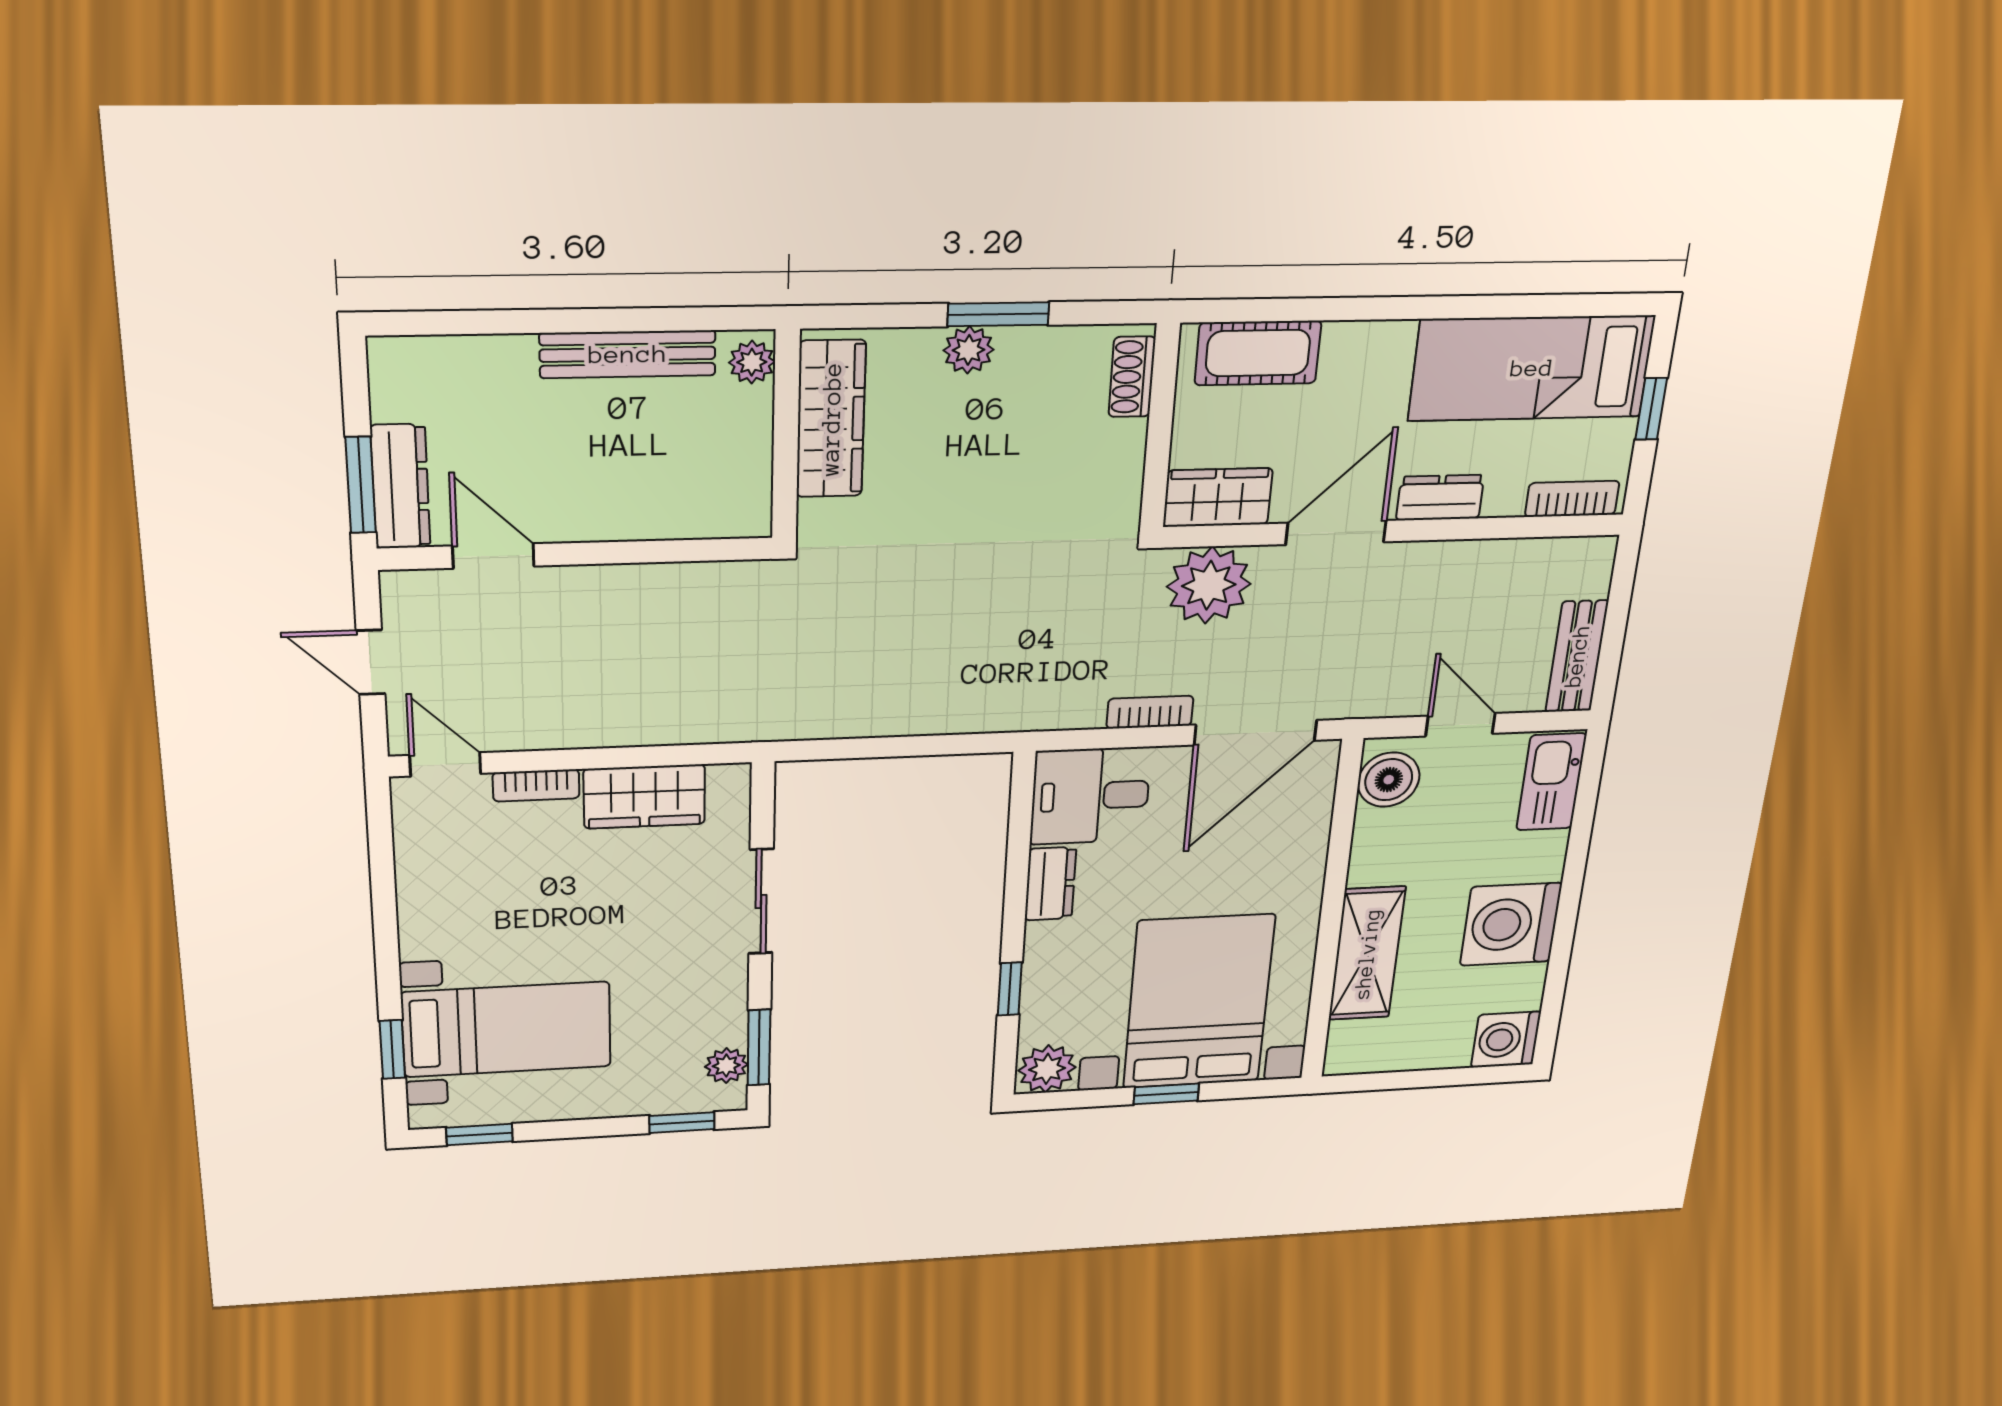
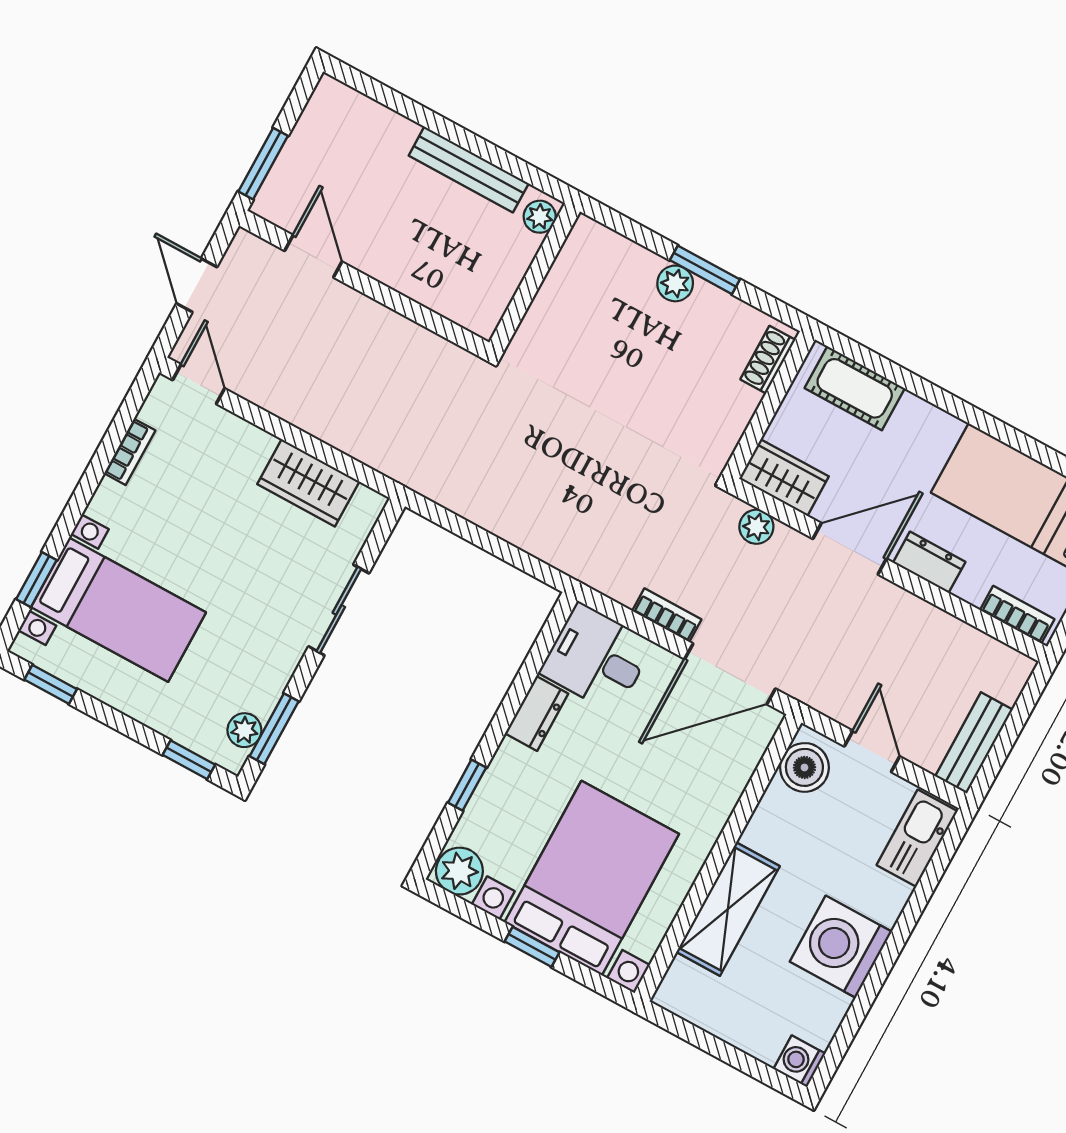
wardrobe: (831, 419) -> (568, 282), removed
dresser: (400, 487) -> (286, 178), removed
plant: (1209, 585) -> (756, 527), width x0.53, depth x0.53
bookcase: (536, 785) -> (130, 452), moved, turned -90
washing machine: (1506, 1040) -> (799, 1061), width x0.73, depth x0.73

